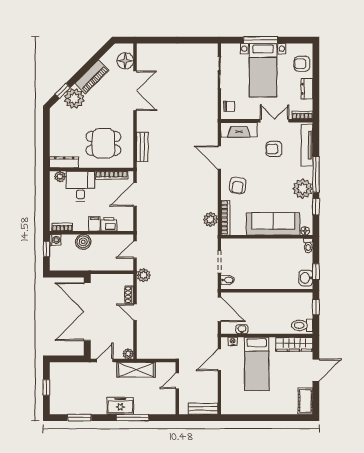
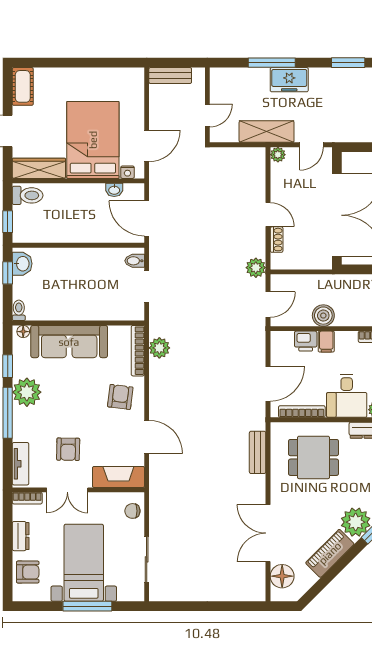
tv unit: (307, 145) -> (21, 464), width x0.71
armchair: (274, 149) -> (68, 449), turned 91
boiler: (83, 242) -> (323, 316), moved
bed: (257, 364) -> (93, 140), width x1.50

